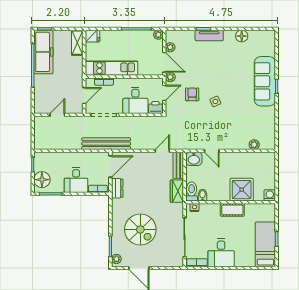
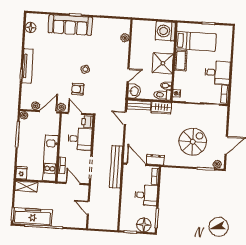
tv unit: (209, 35) -> (28, 66), width x1.41
floor lamp: (242, 36) -> (31, 28), moved
shower: (242, 190) -> (163, 63), moved
washing machine: (270, 195) -> (165, 31), width x1.89, depth x1.89
bed: (265, 244) -> (196, 41), moved, turned 180

